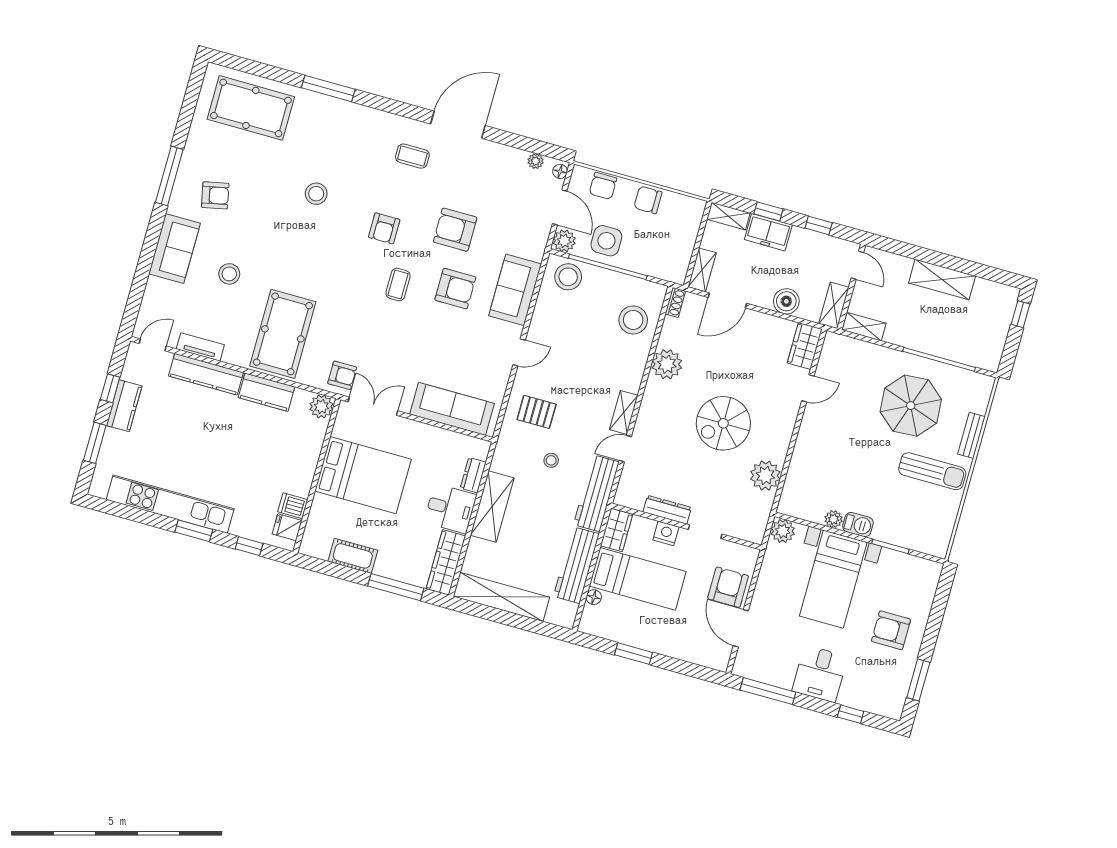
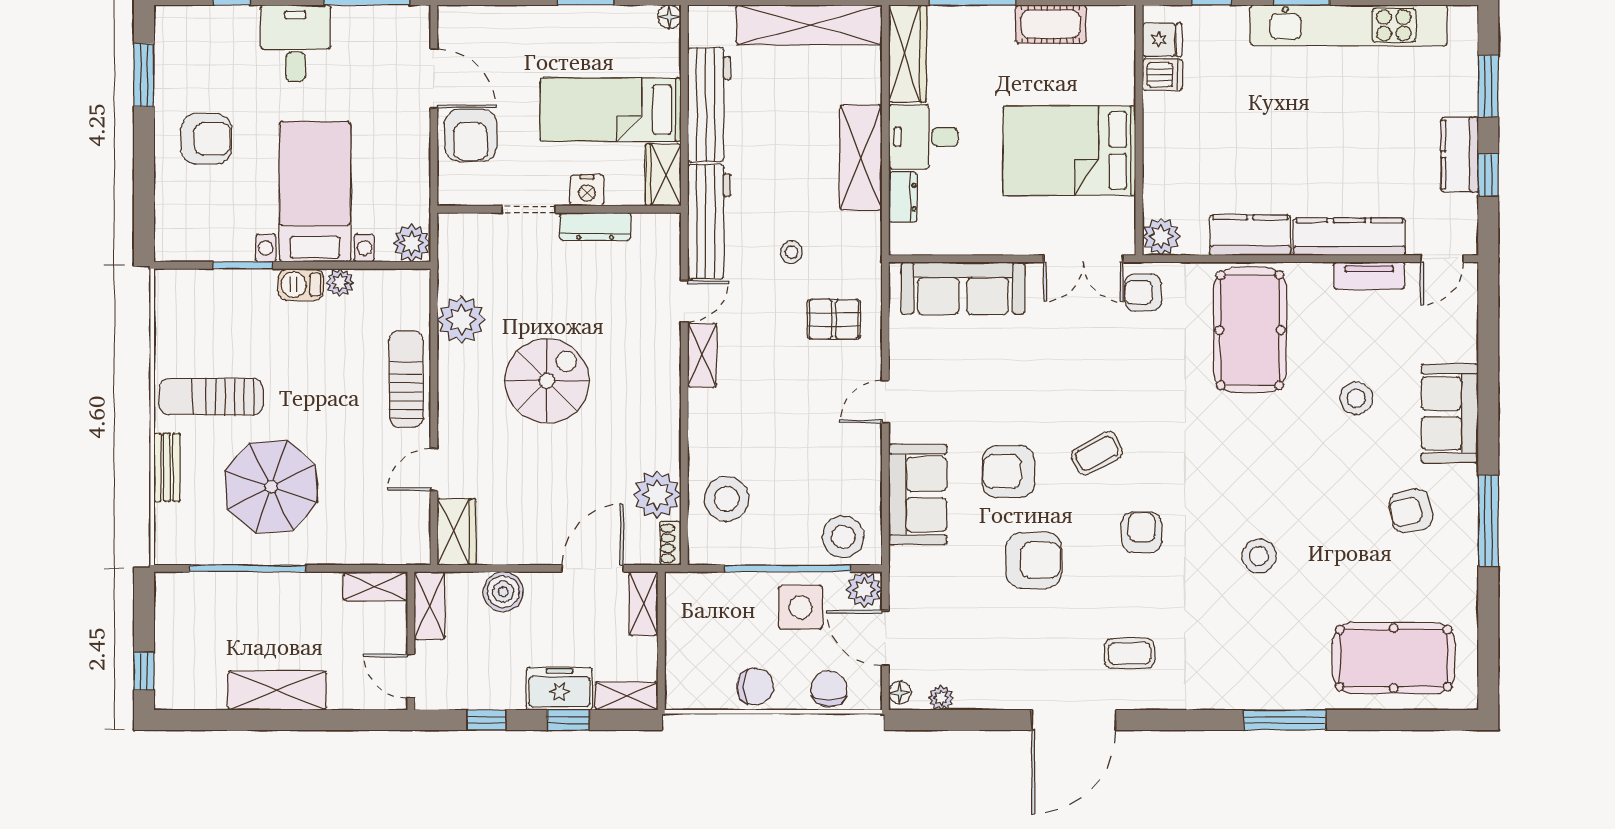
coffee table: (398, 285) -> (1097, 453), turned 62
plant: (667, 364) -> (657, 495), moved
sun lounger: (809, 449) -> (406, 379), added
floor lamp: (594, 597) -> (669, 17), moved

